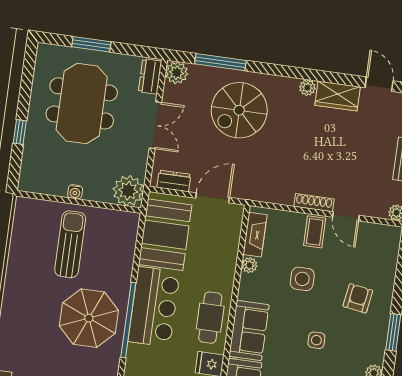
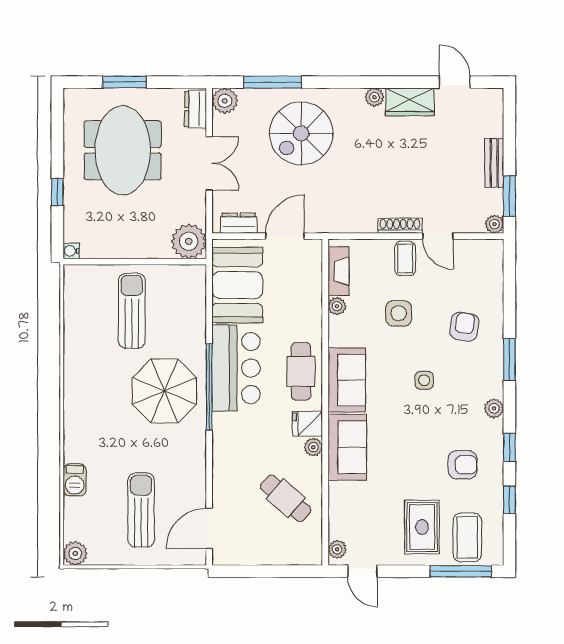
water cooler: (75, 192) -> (71, 251), moved, turned 90

